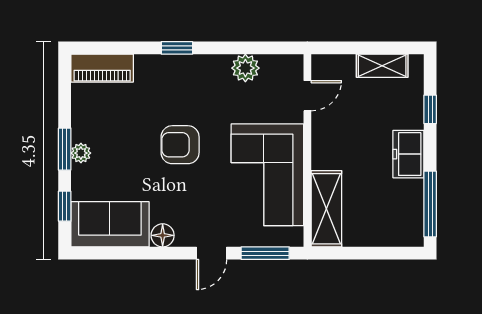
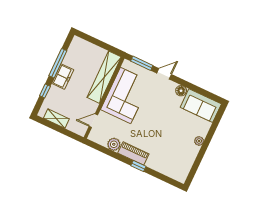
piano: (102, 68) -> (133, 153), moved
armchair: (180, 145) -> (156, 125), removed
window: (65, 149) -> (205, 146), removed
window: (430, 204) -> (58, 63), moved
window: (65, 206) -> (216, 122), removed
shelving: (326, 209) -> (104, 77), width x1.47

